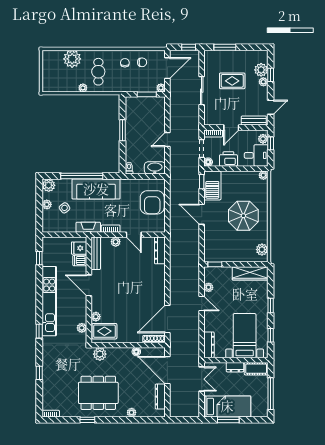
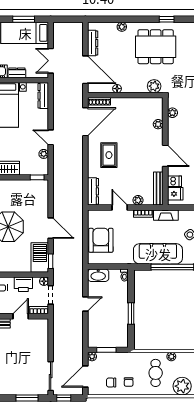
rug: (232, 81) -> (20, 364), removed
sliding door: (202, 91) -> (51, 376), moved
rug: (104, 331) -> (109, 155), moved, turned 90

